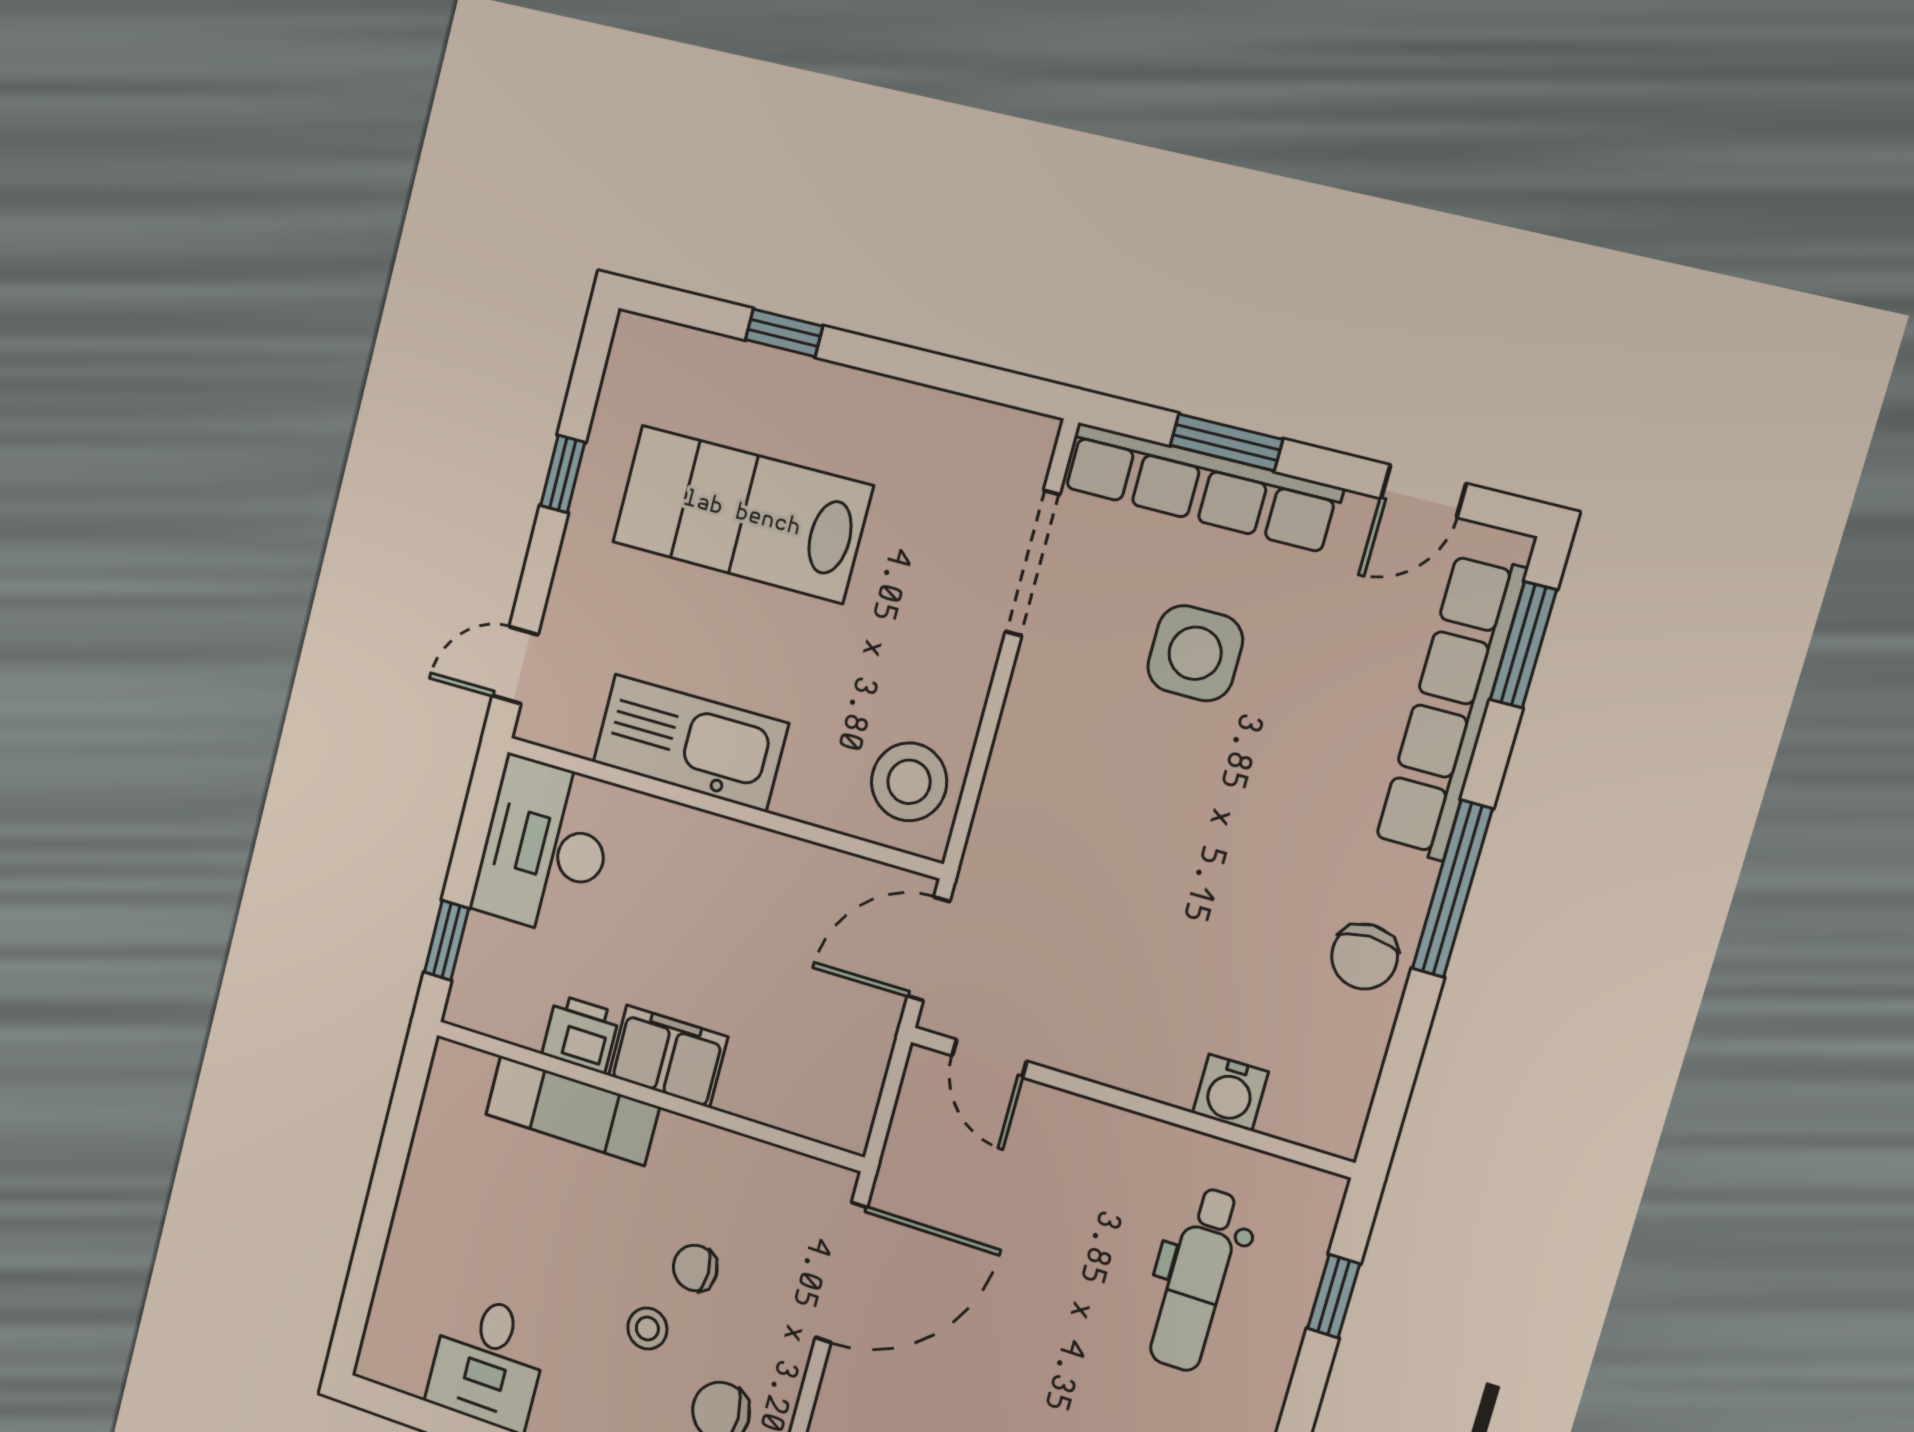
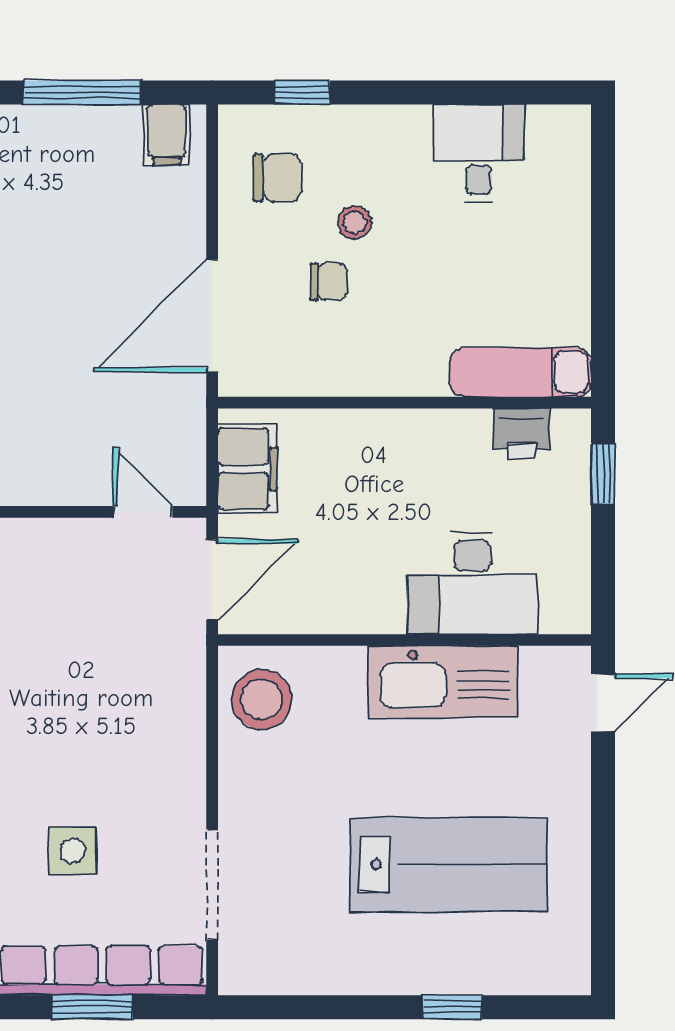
window: (563, 474) -> (603, 859), removed
side table: (1195, 653) -> (73, 851), width x0.73, depth x0.73
desk: (545, 847) -> (472, 583), moved, turned 90
printer: (581, 1034) -> (522, 434), moved
filing cabinet: (668, 1056) -> (247, 469), moved, turned -90
exam couch: (572, 1111) -> (520, 372), moved

